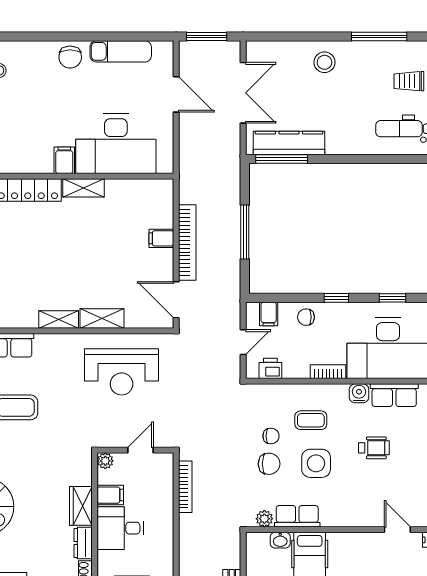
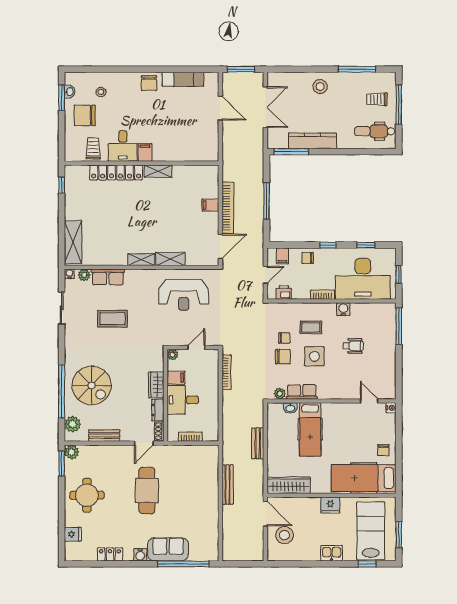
kitchen counter: (289, 143) -> (312, 141), moved
desk: (116, 144) -> (123, 146), moved, width x0.53, depth x0.77
door: (176, 300) -> (220, 246), swing flipped
row of seats: (394, 395) -> (367, 310), removed

